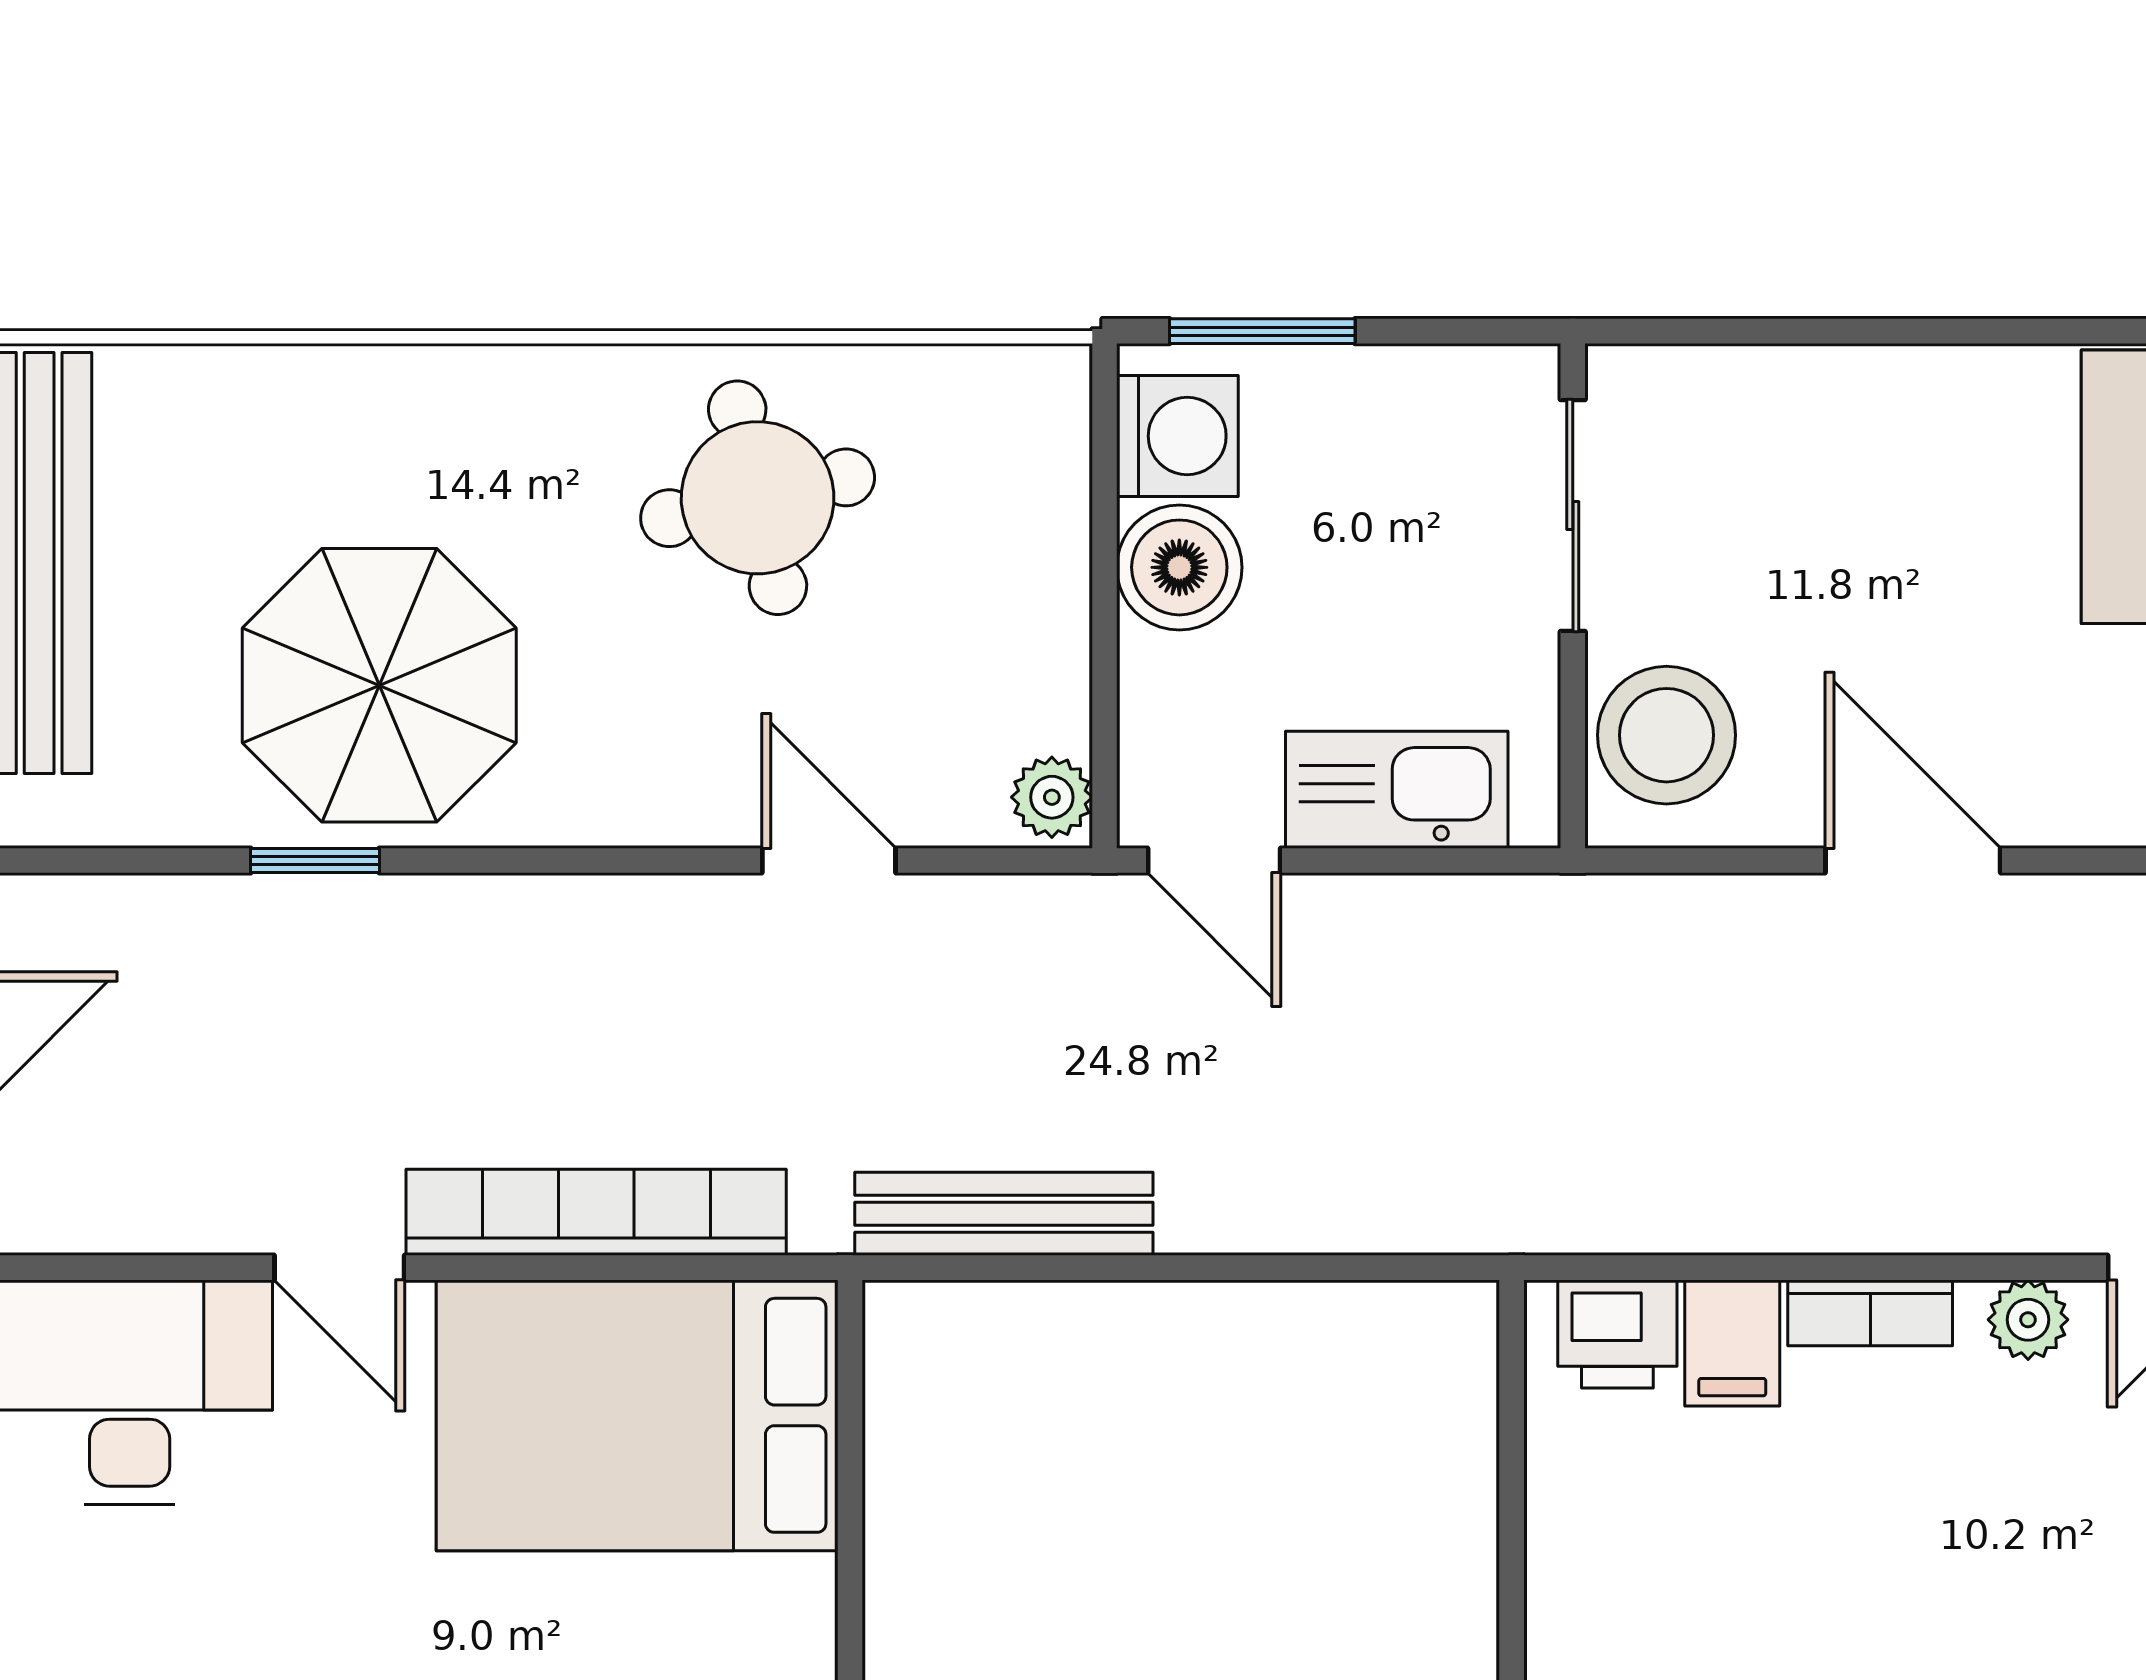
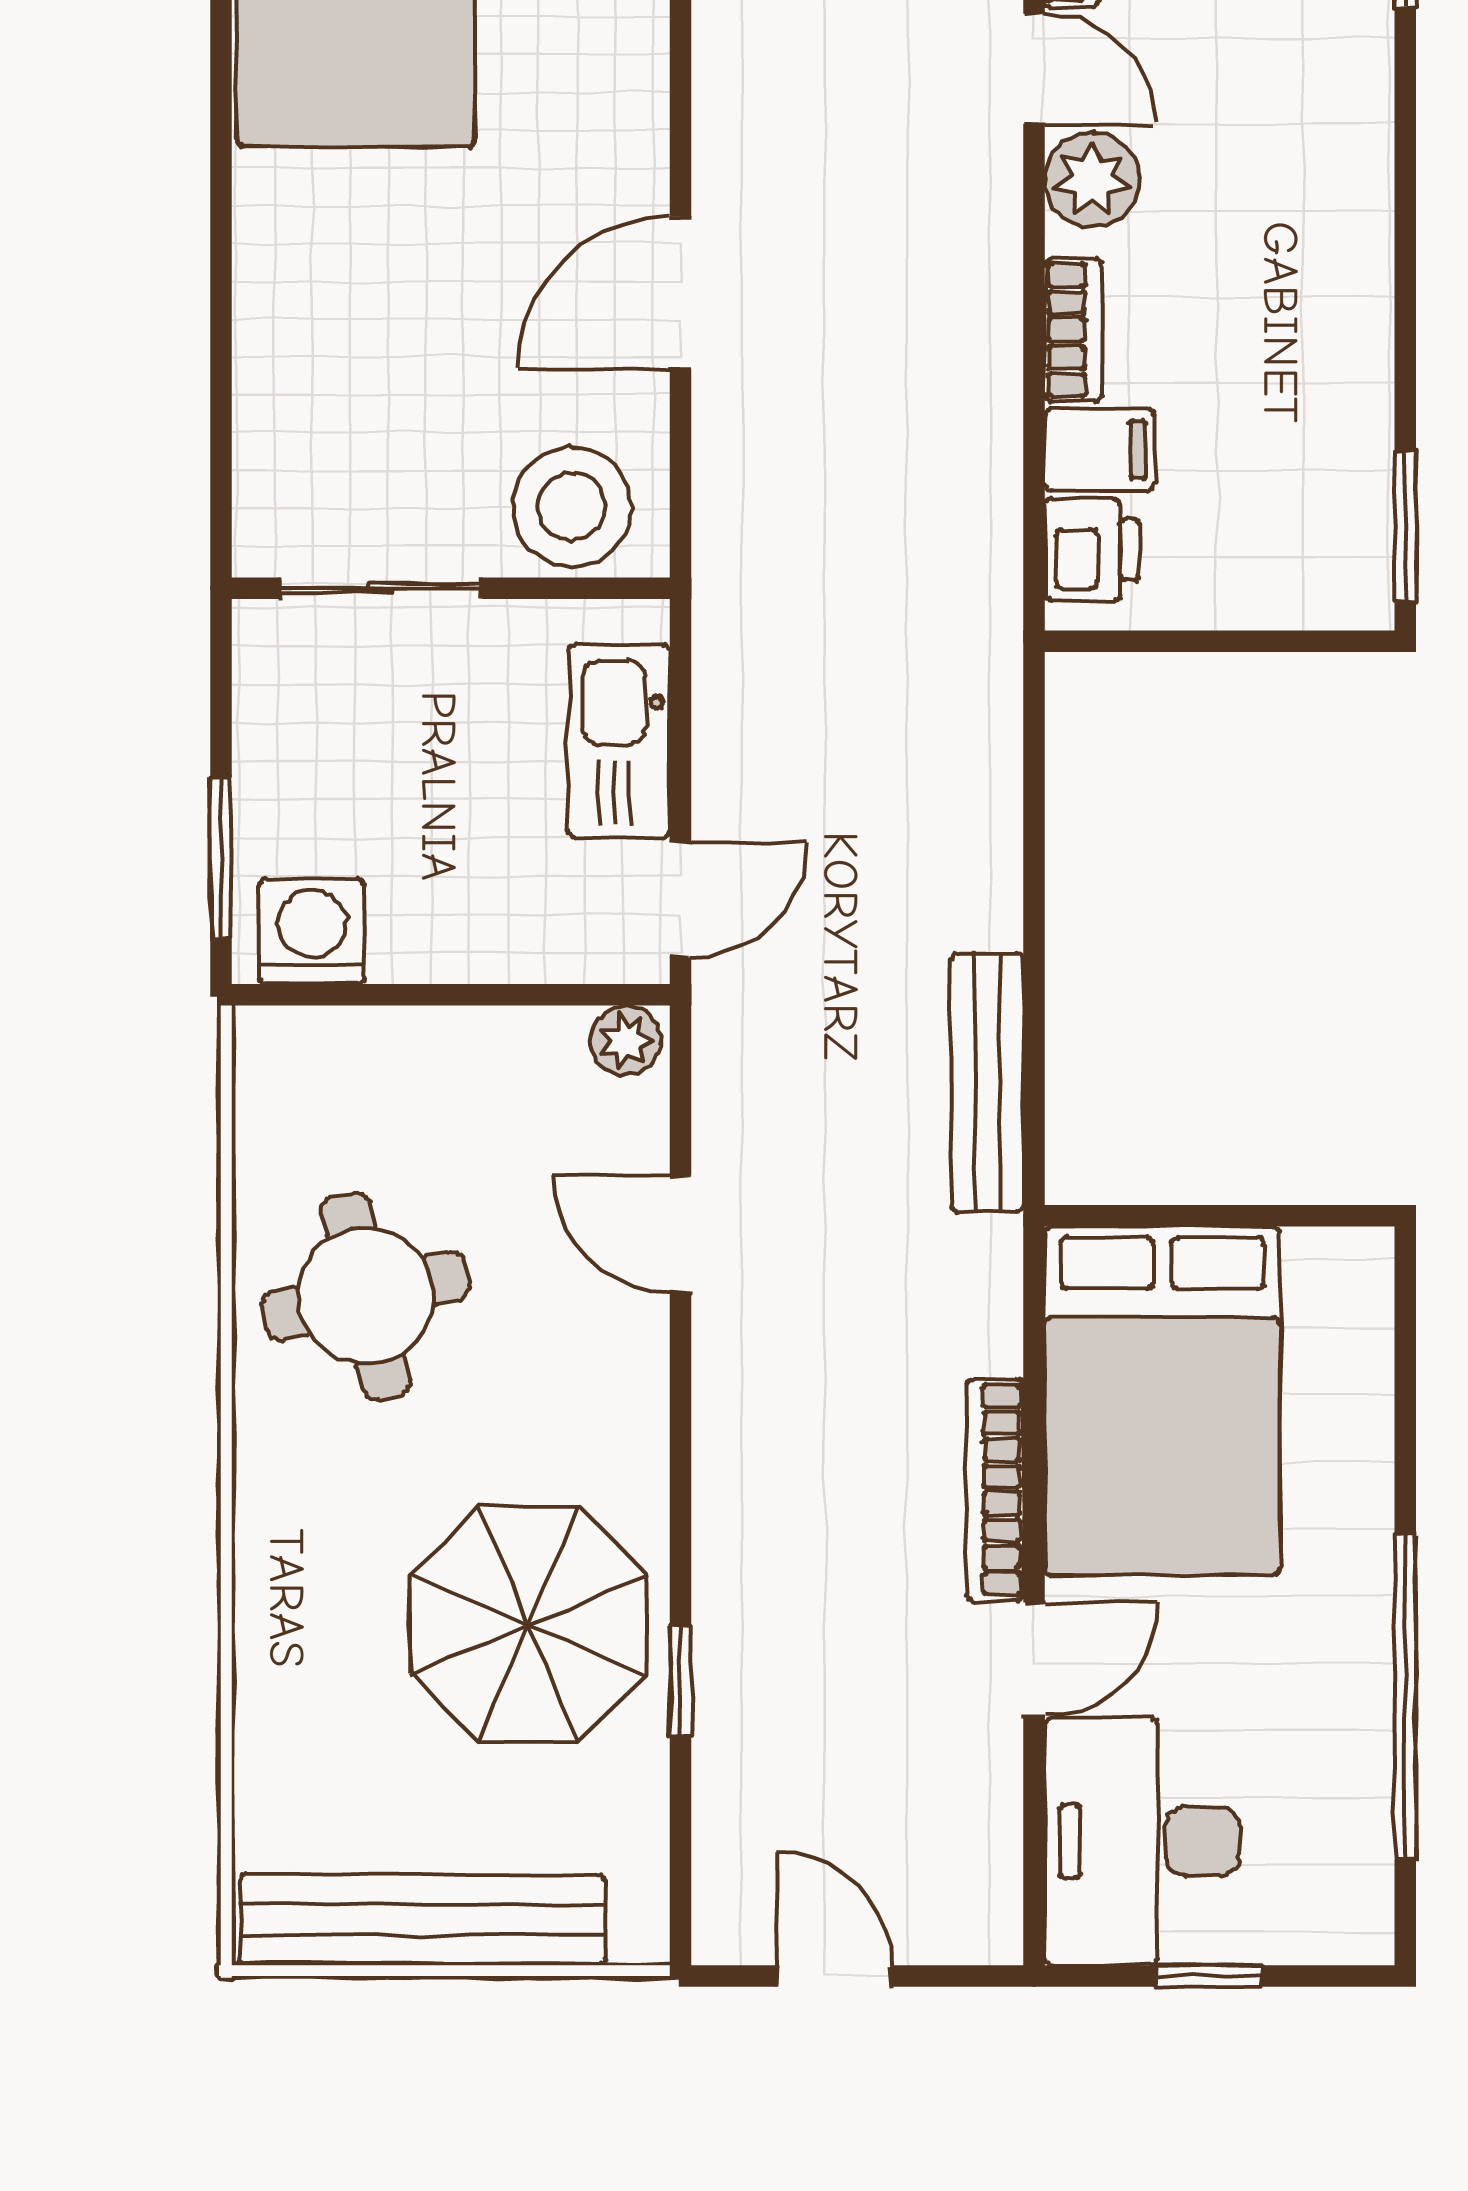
boiler: (1179, 567) -> (426, 930), removed
door: (829, 861) -> (681, 1234), hinge flipped
bookcase: (596, 1212) -> (995, 1490), width x0.68, depth x0.76
plant: (2028, 1320) -> (1092, 180), width x1.38, depth x1.38

